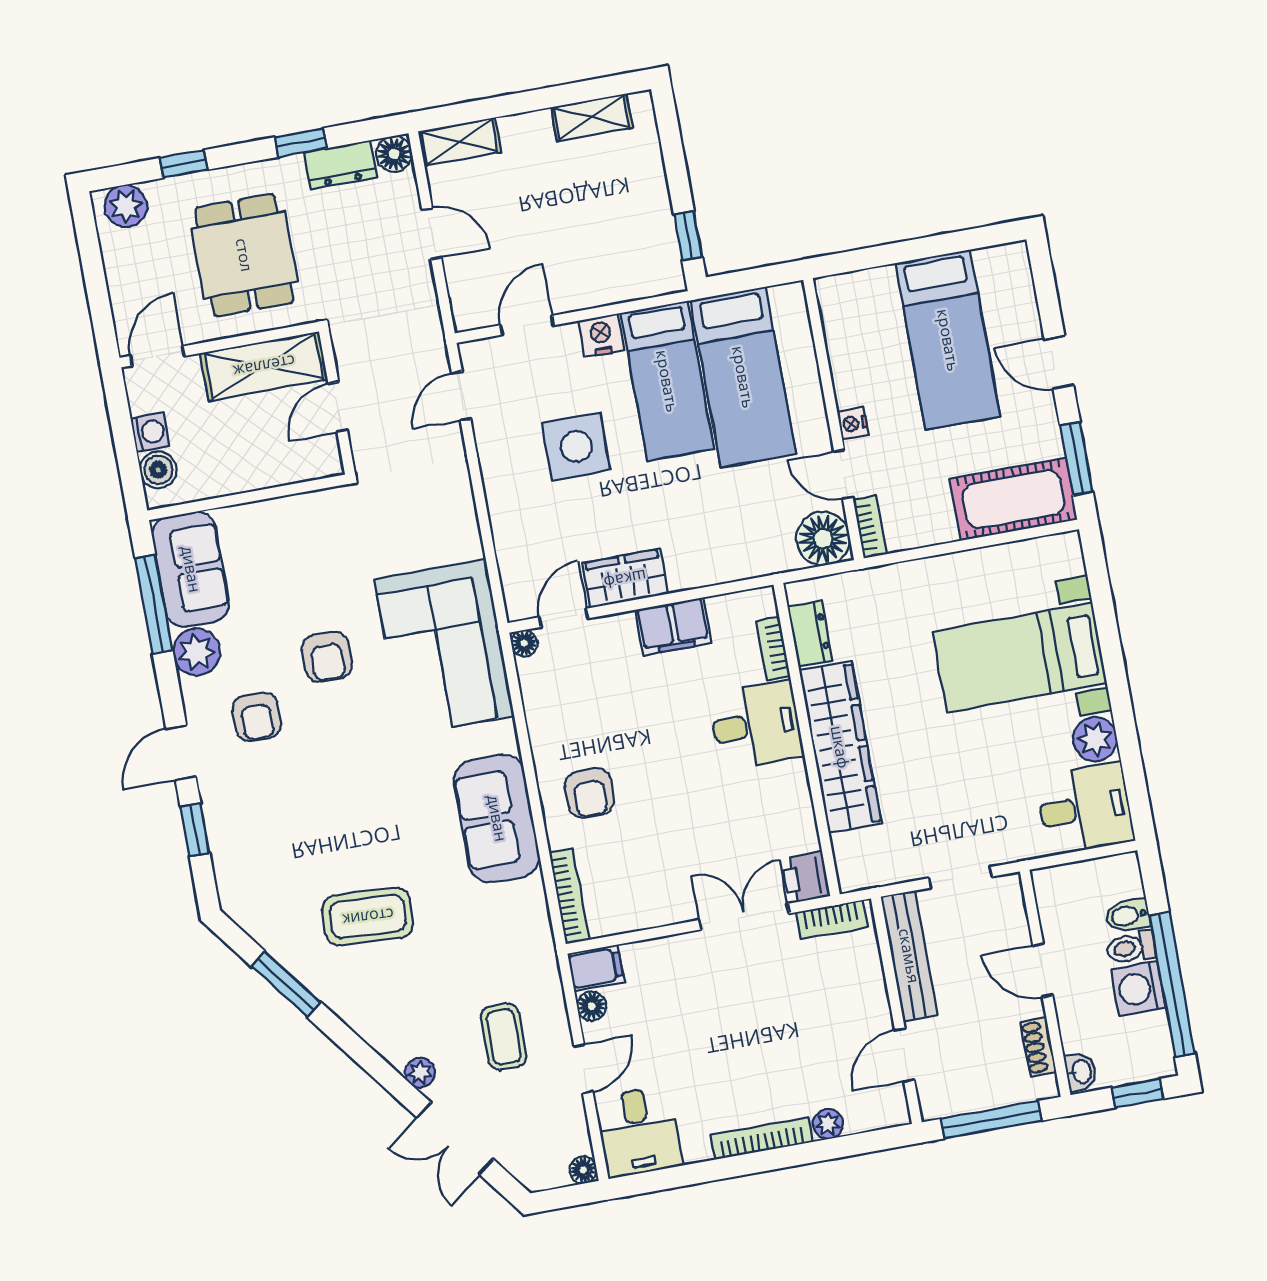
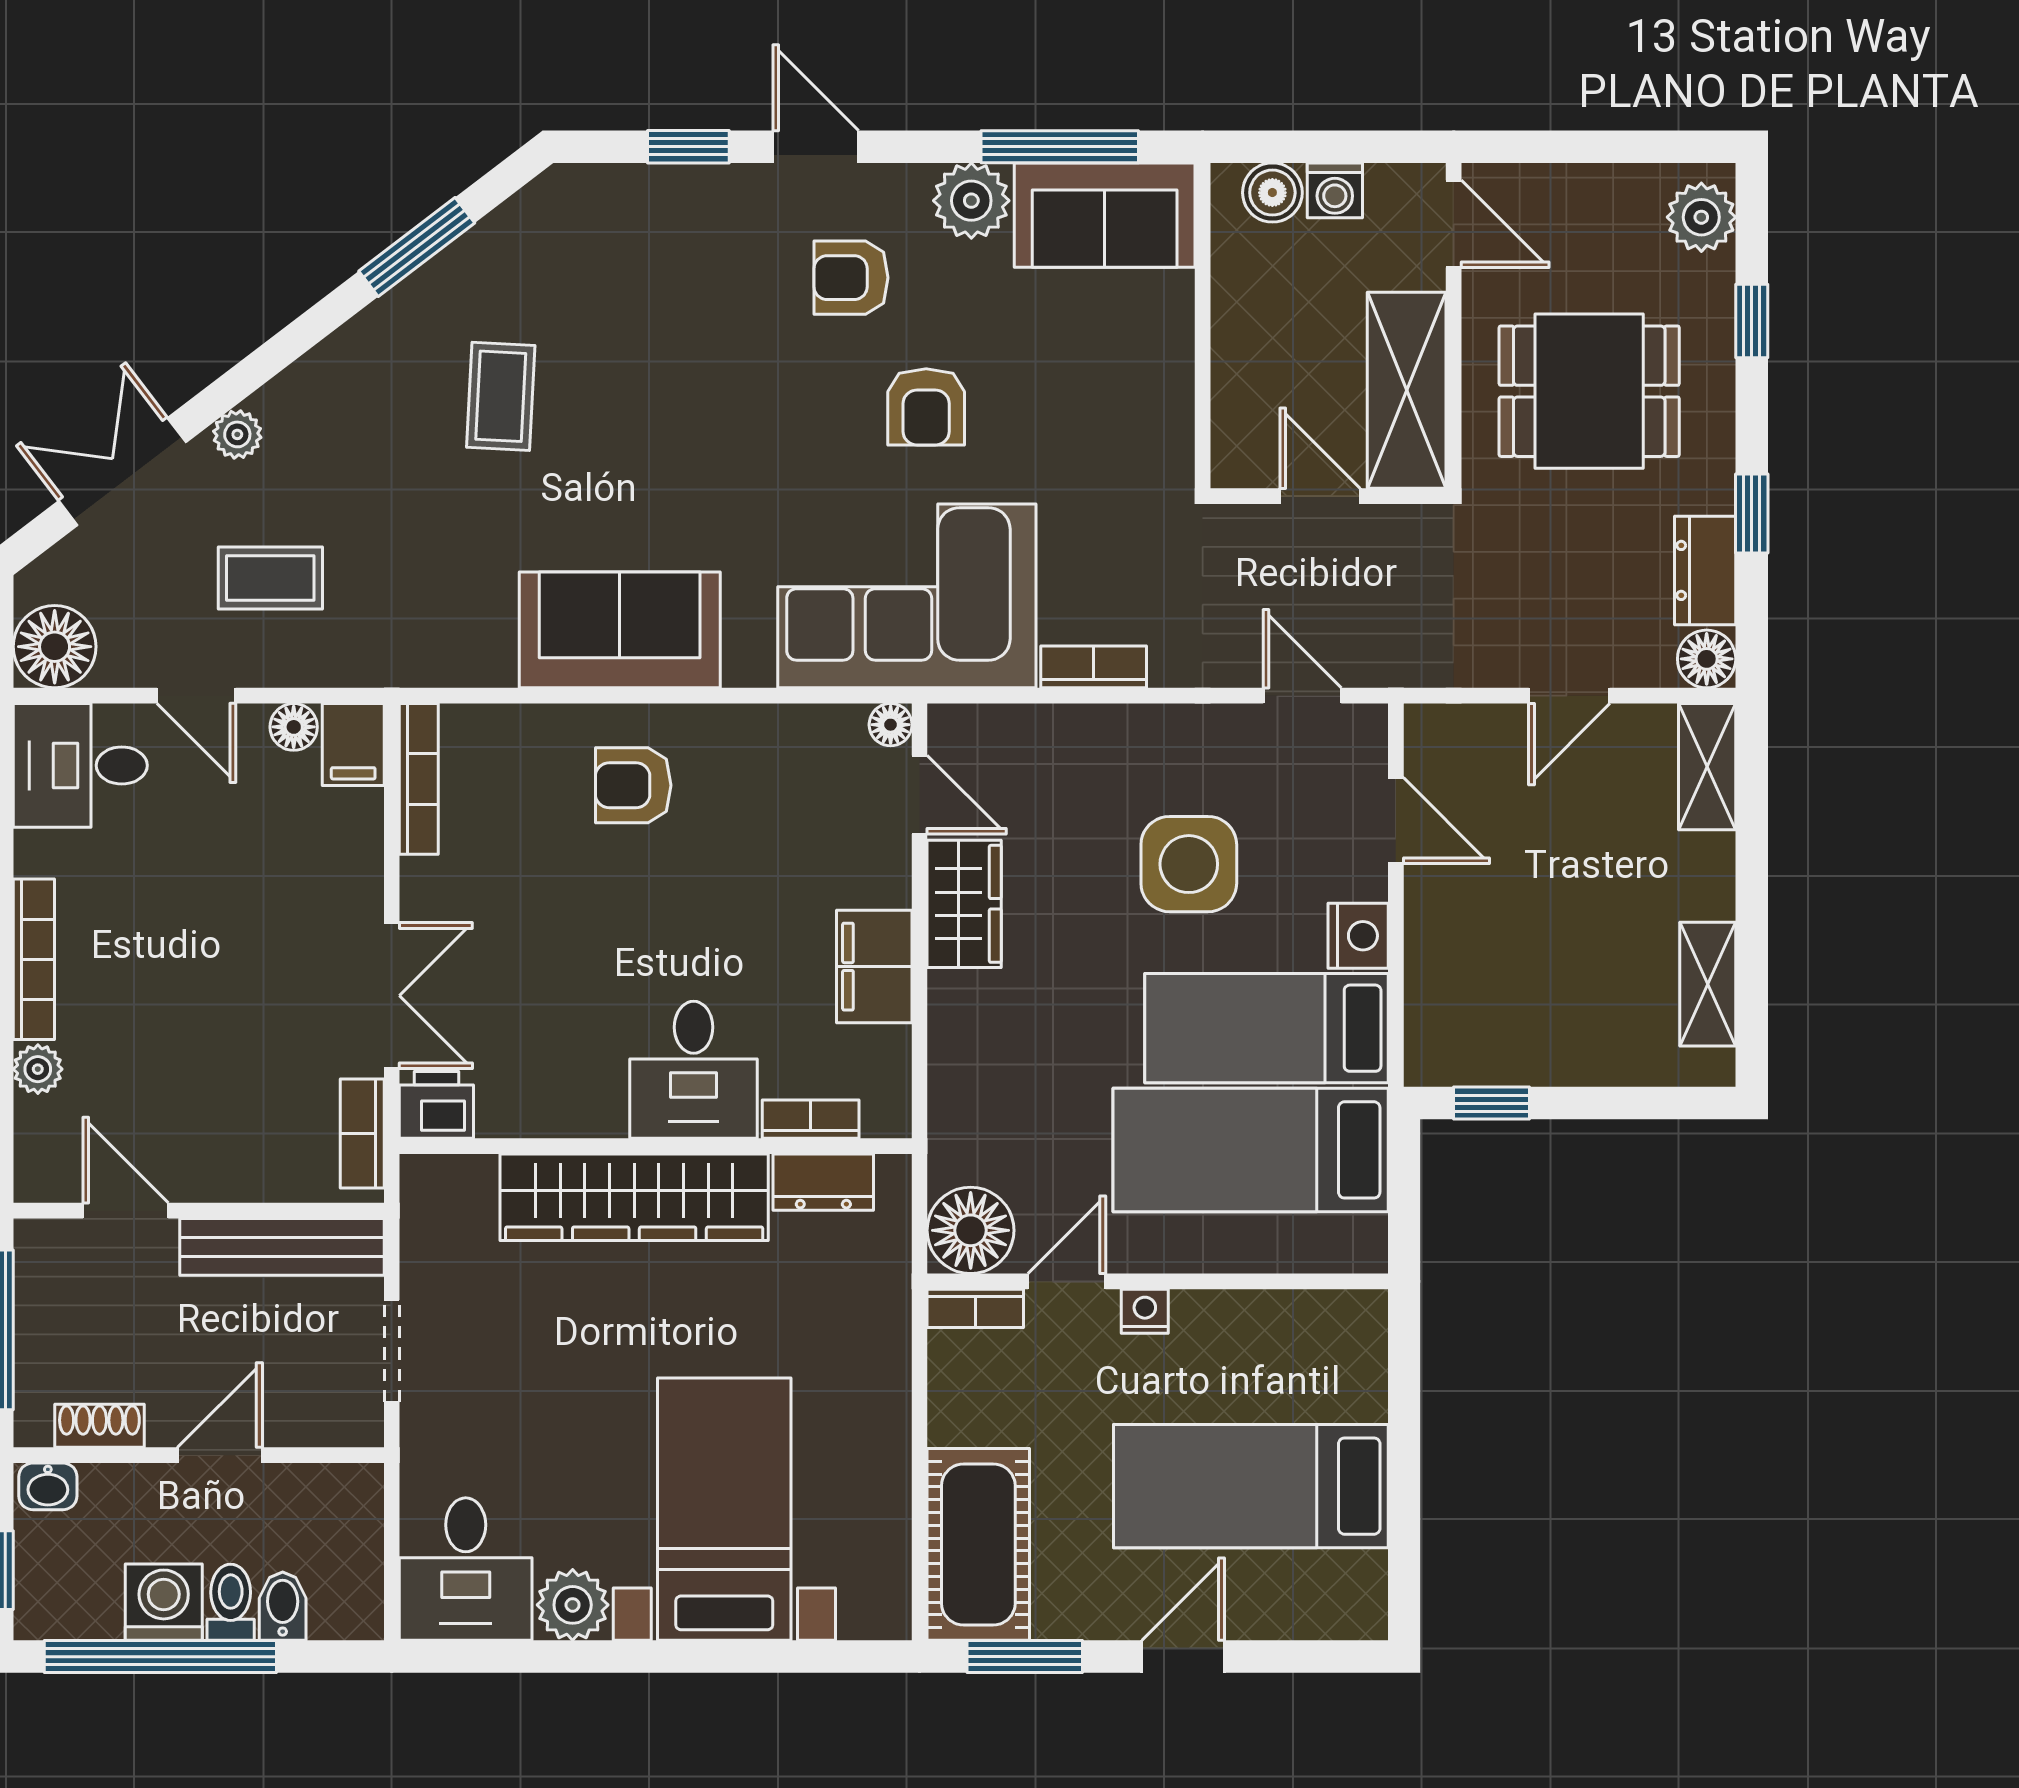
bookcase: (467, 526) -> (1094, 667), added
armchair: (327, 657) -> (926, 407), turned -90
bookcase: (569, 896) -> (419, 779), moved, turned -90
coffee table: (368, 917) -> (501, 396), width x0.73, depth x0.77
floor lamp: (583, 1170) -> (55, 647), width x1.89, depth x1.89

